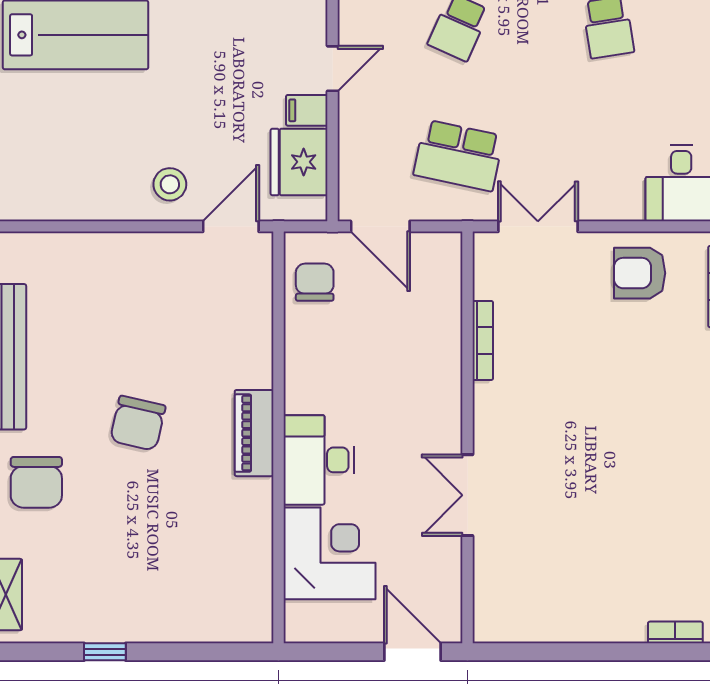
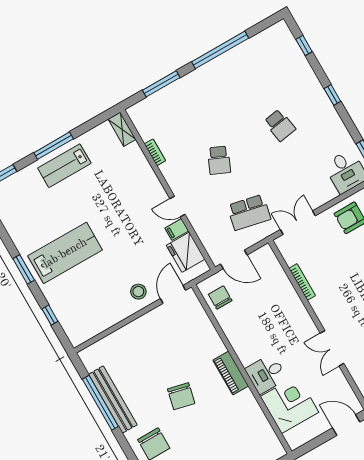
door: (332, 69) -> (177, 207), swing flipped
desk: (319, 460) -> (266, 374), width x0.73

